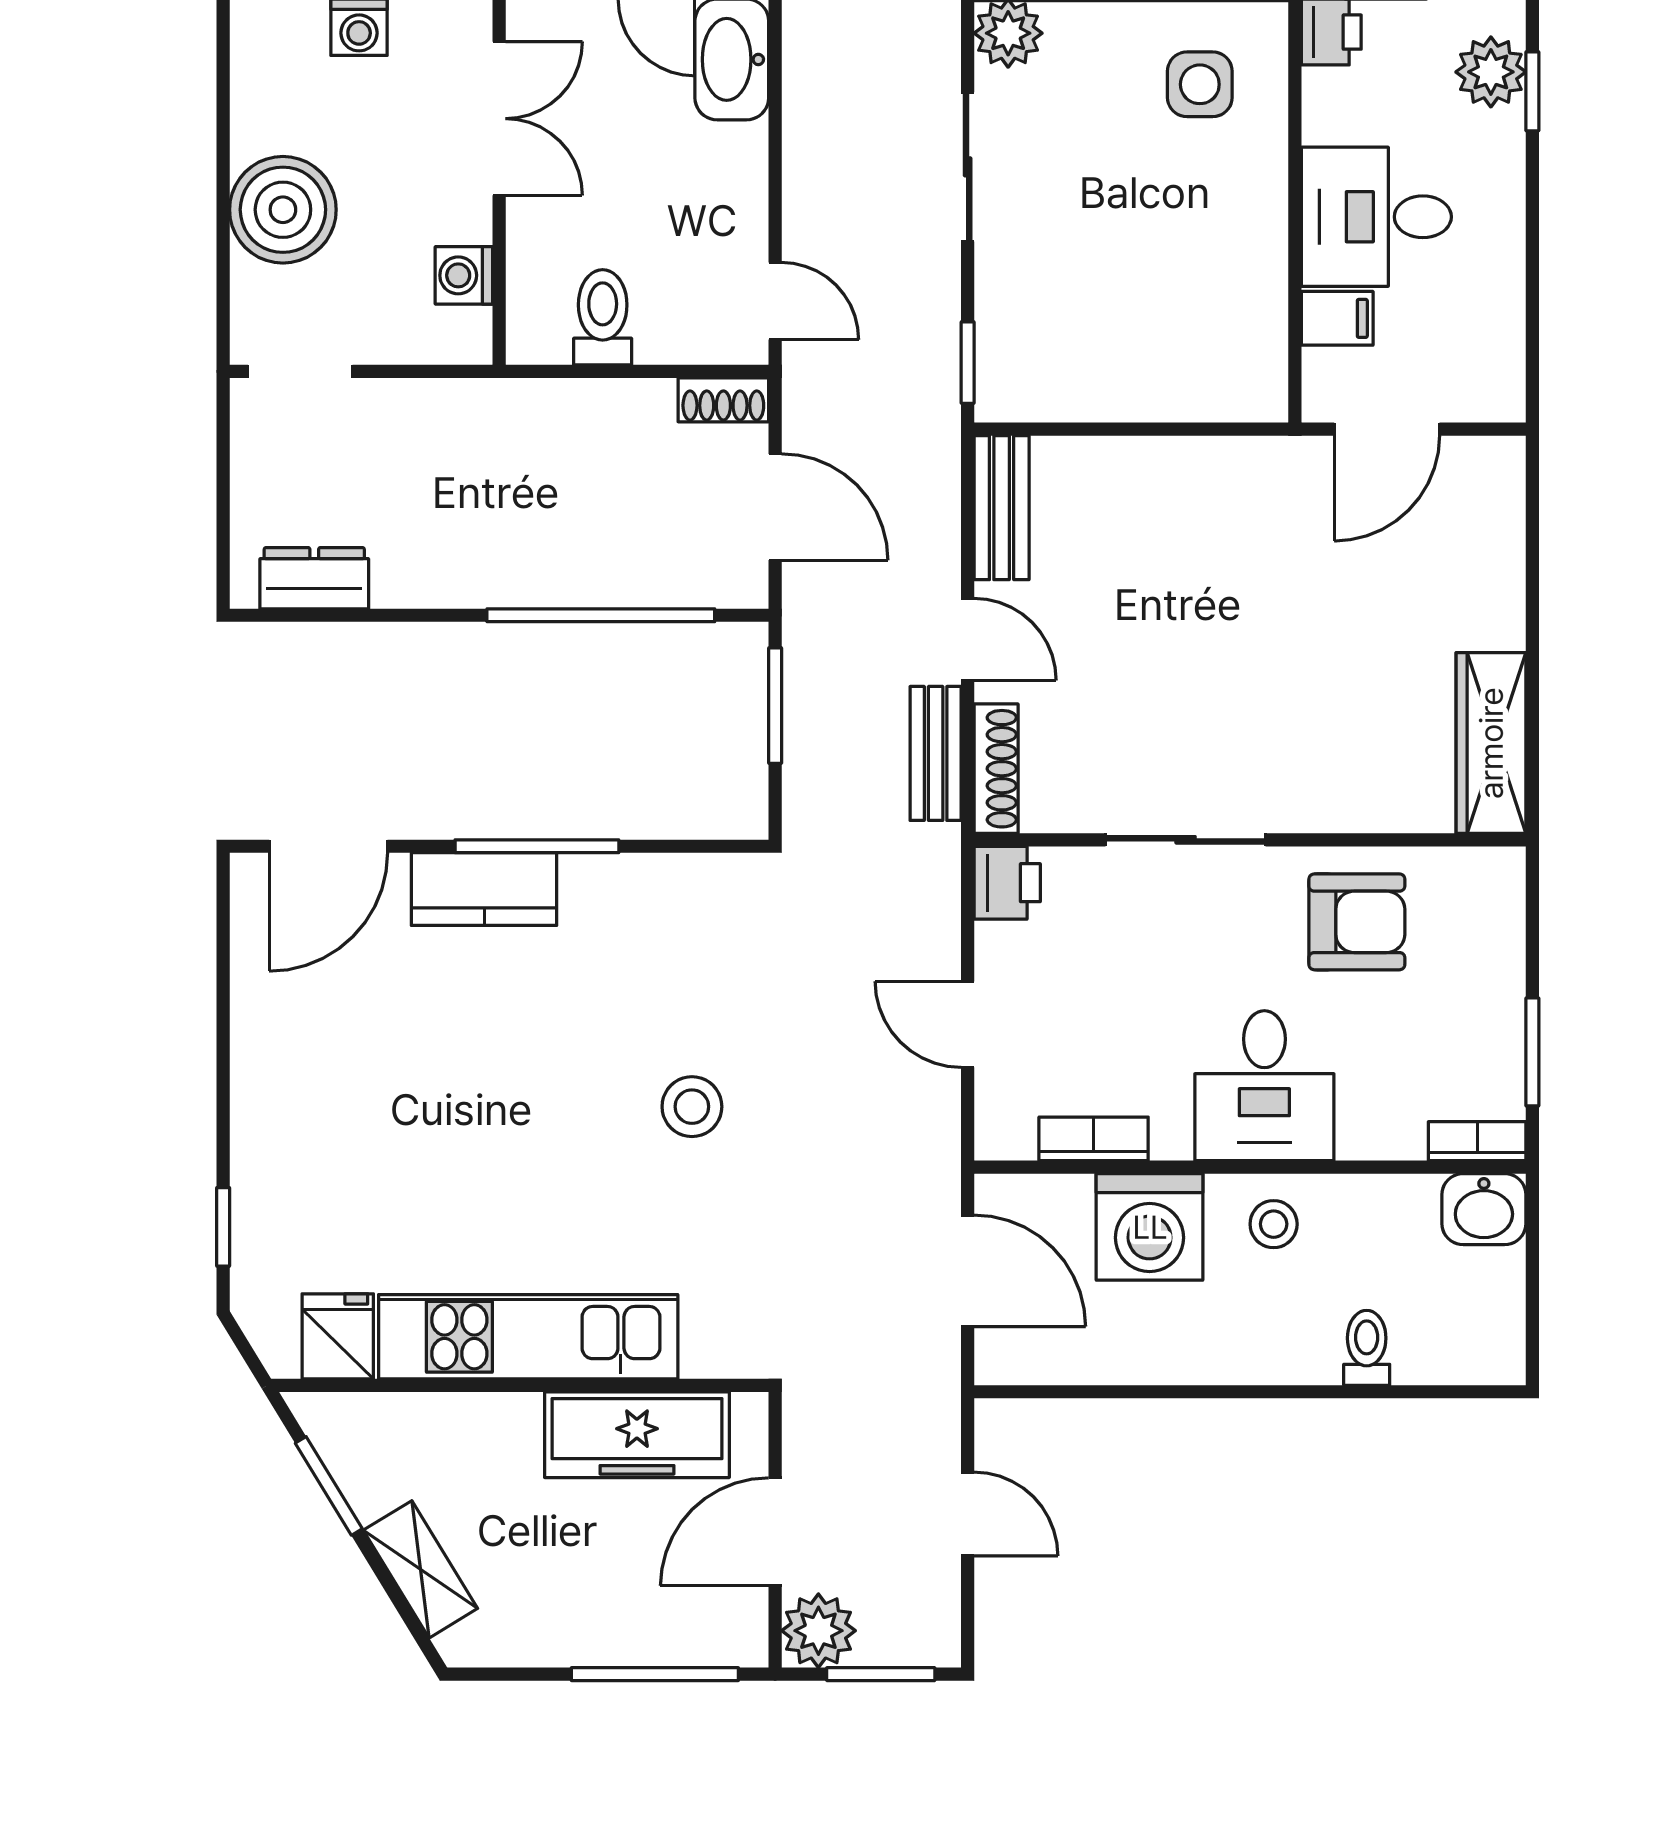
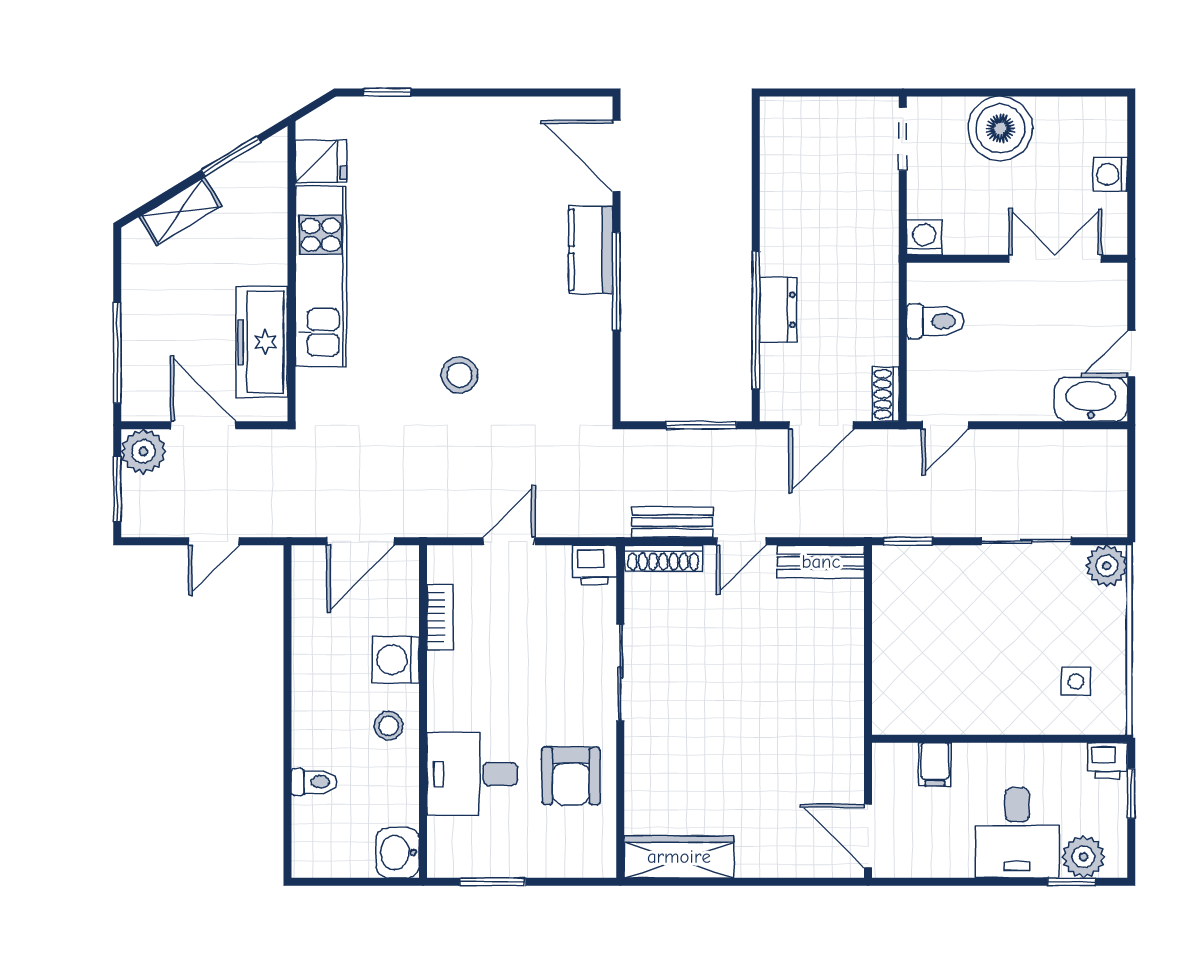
side table: (1200, 84) -> (1076, 681), width x0.73, depth x0.73
double door: (499, 119) -> (1055, 259), swing flipped
desk: (1376, 217) -> (1017, 833), moved, turned 180
washing machine: (464, 275) -> (924, 238), moved
door: (1387, 429) -> (868, 836), moved
dresser: (314, 578) -> (778, 310), moved
desk: (1264, 1086) -> (472, 774), moved
bookcase: (1477, 1141) -> (439, 849), removed
washing machine: (1150, 1227) -> (396, 660), width x0.73, depth x0.73

